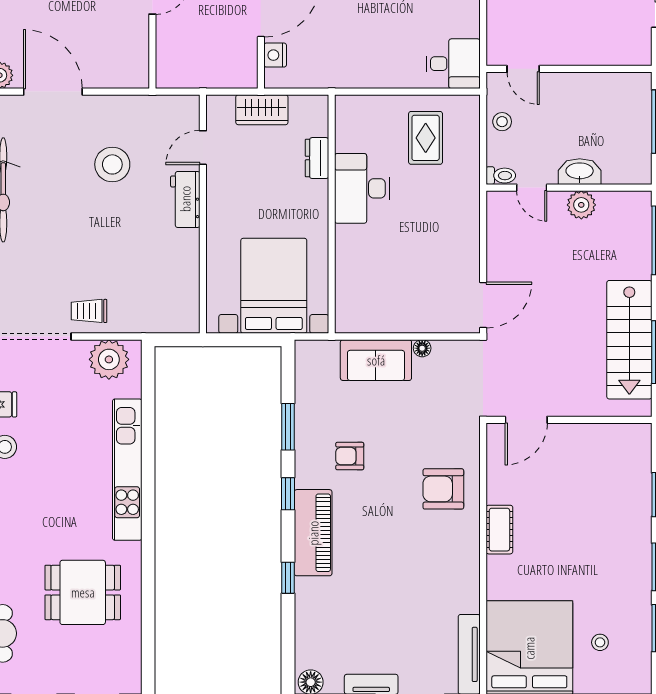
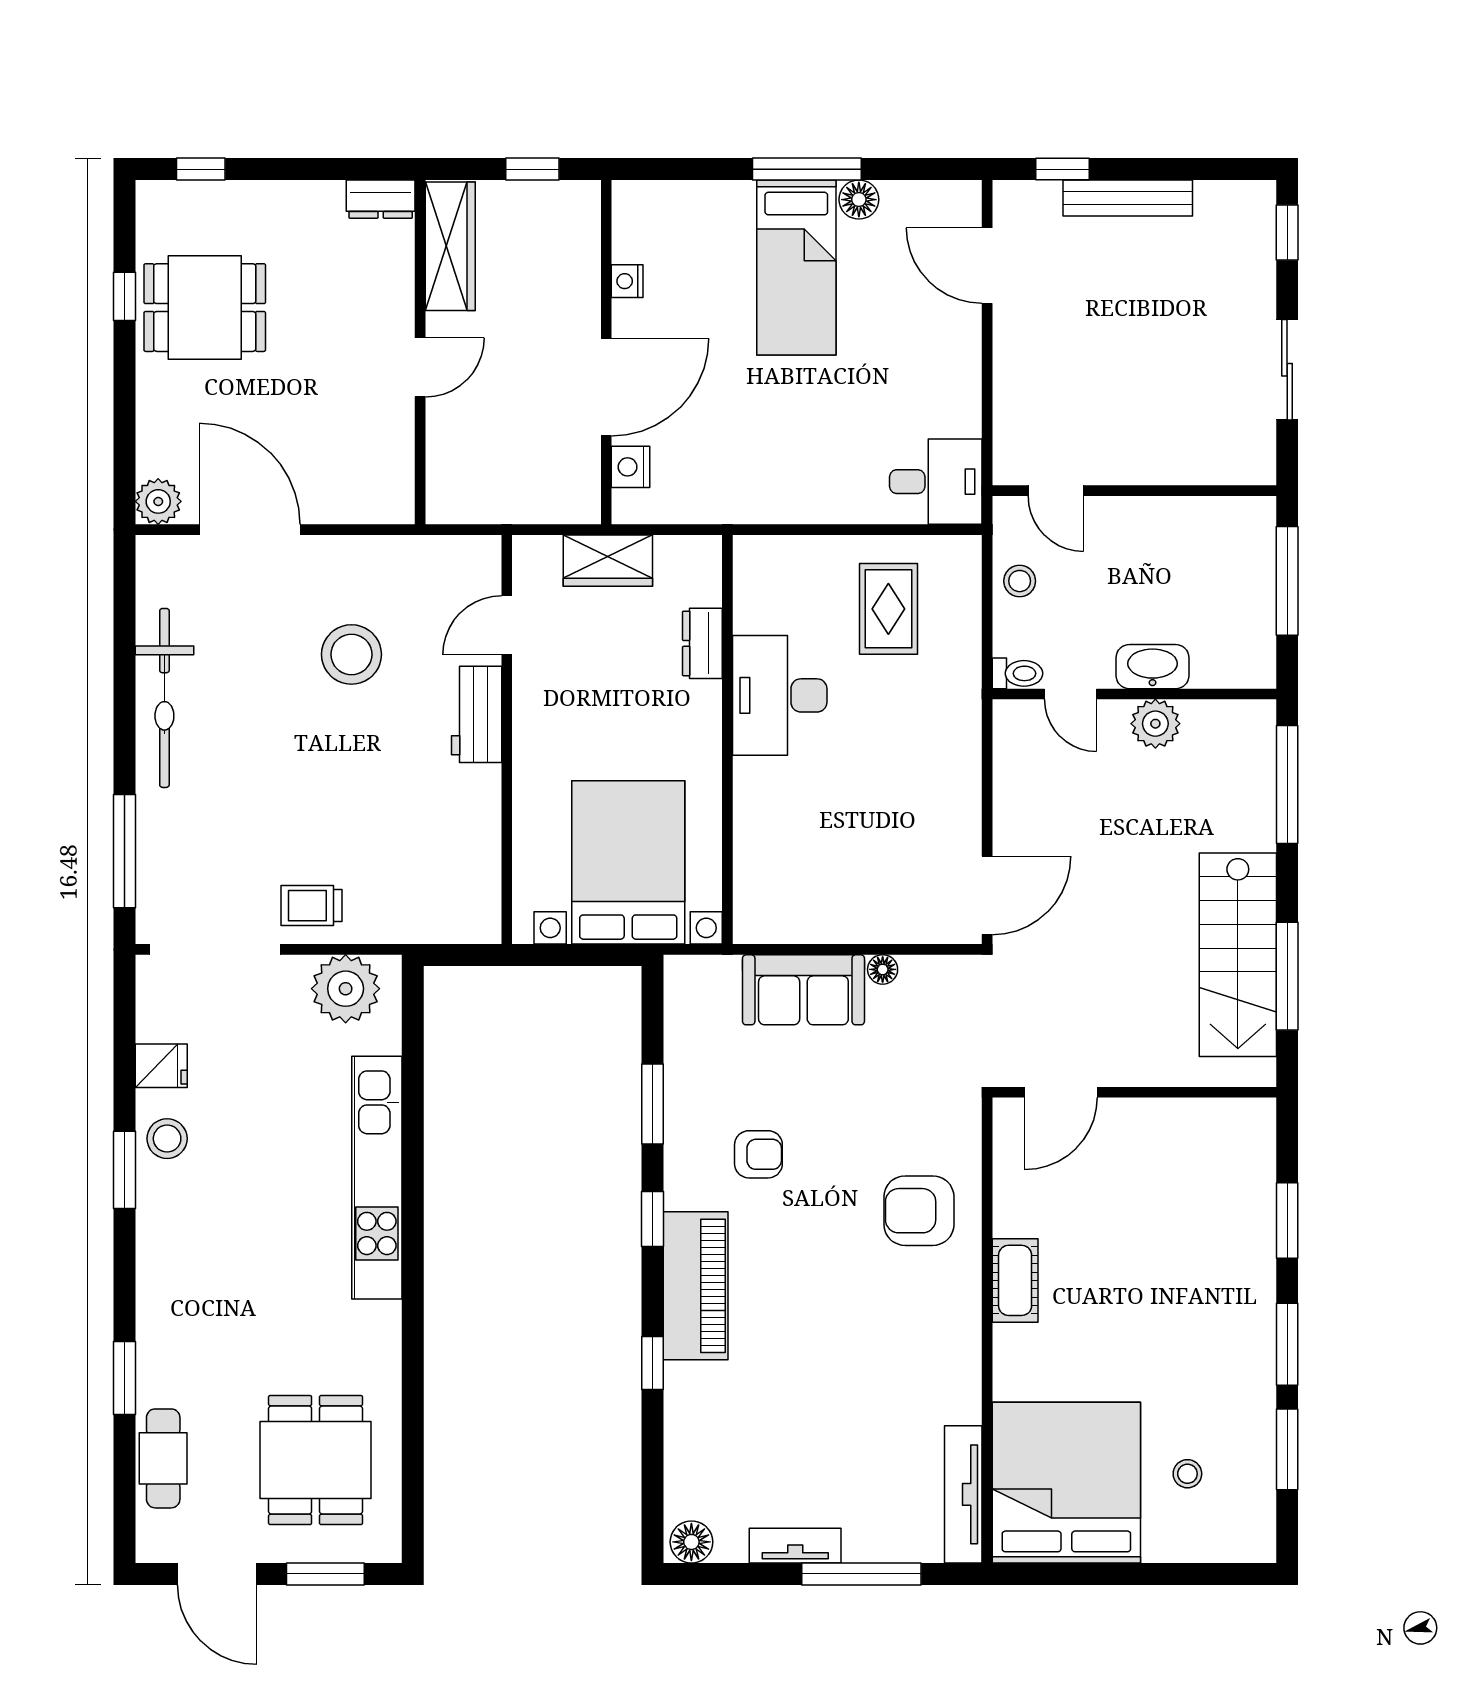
armchair: (350, 456) -> (758, 1154), turned 180
dining table: (83, 592) -> (316, 1460), moved, turned 90

